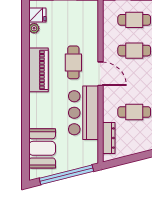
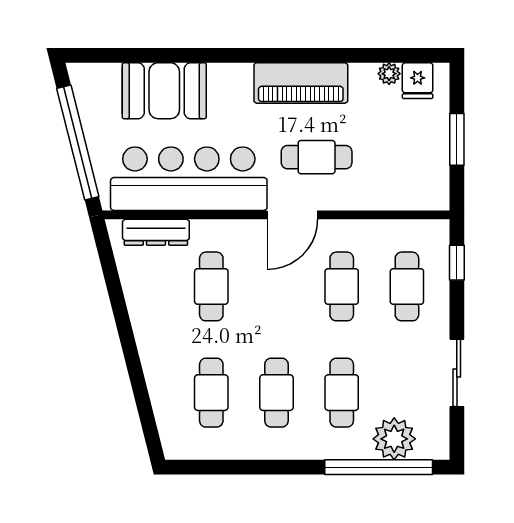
bar counter: (83, 113) -> (189, 179), width x1.36
booth: (42, 148) -> (164, 91), moved

